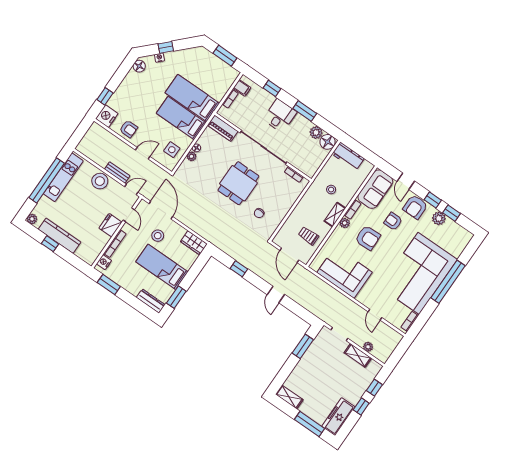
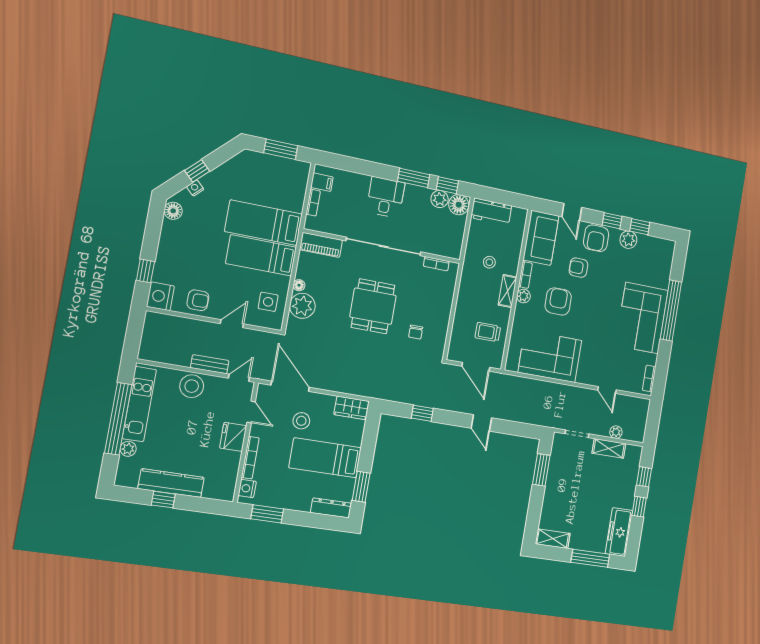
window: (272, 88) -> (447, 185), moved
plant: (191, 156) -> (302, 306), width x1.87, depth x1.87
plant: (32, 219) -> (128, 449), moved
armchair: (368, 238) -> (558, 301), turned -88
corner sofa: (419, 273) -> (642, 318), width x0.73, depth x0.74

